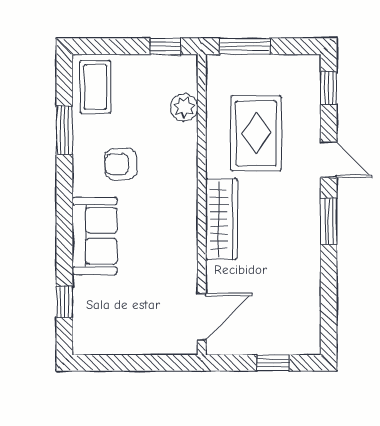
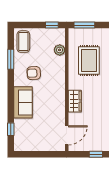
wardrobe: (221, 219) -> (75, 101), width x0.67

